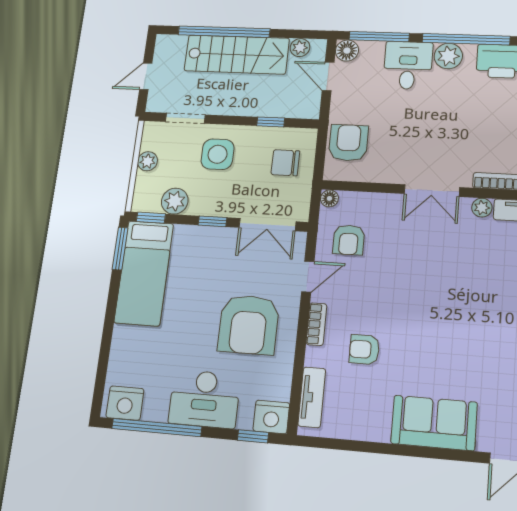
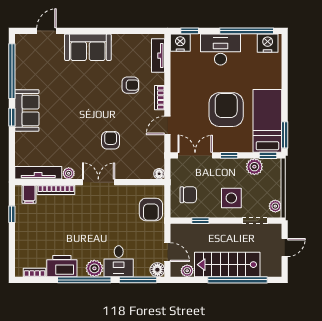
plant: (147, 161) -> (275, 206), moved
armchair: (349, 240) -> (111, 140), moved
armchair: (249, 324) -> (226, 110), moved

